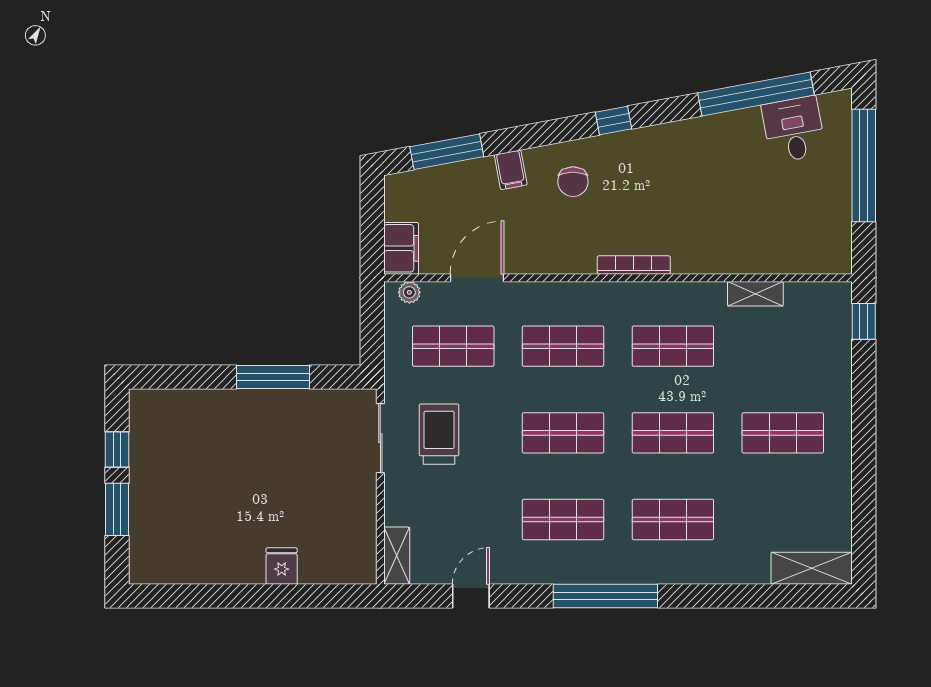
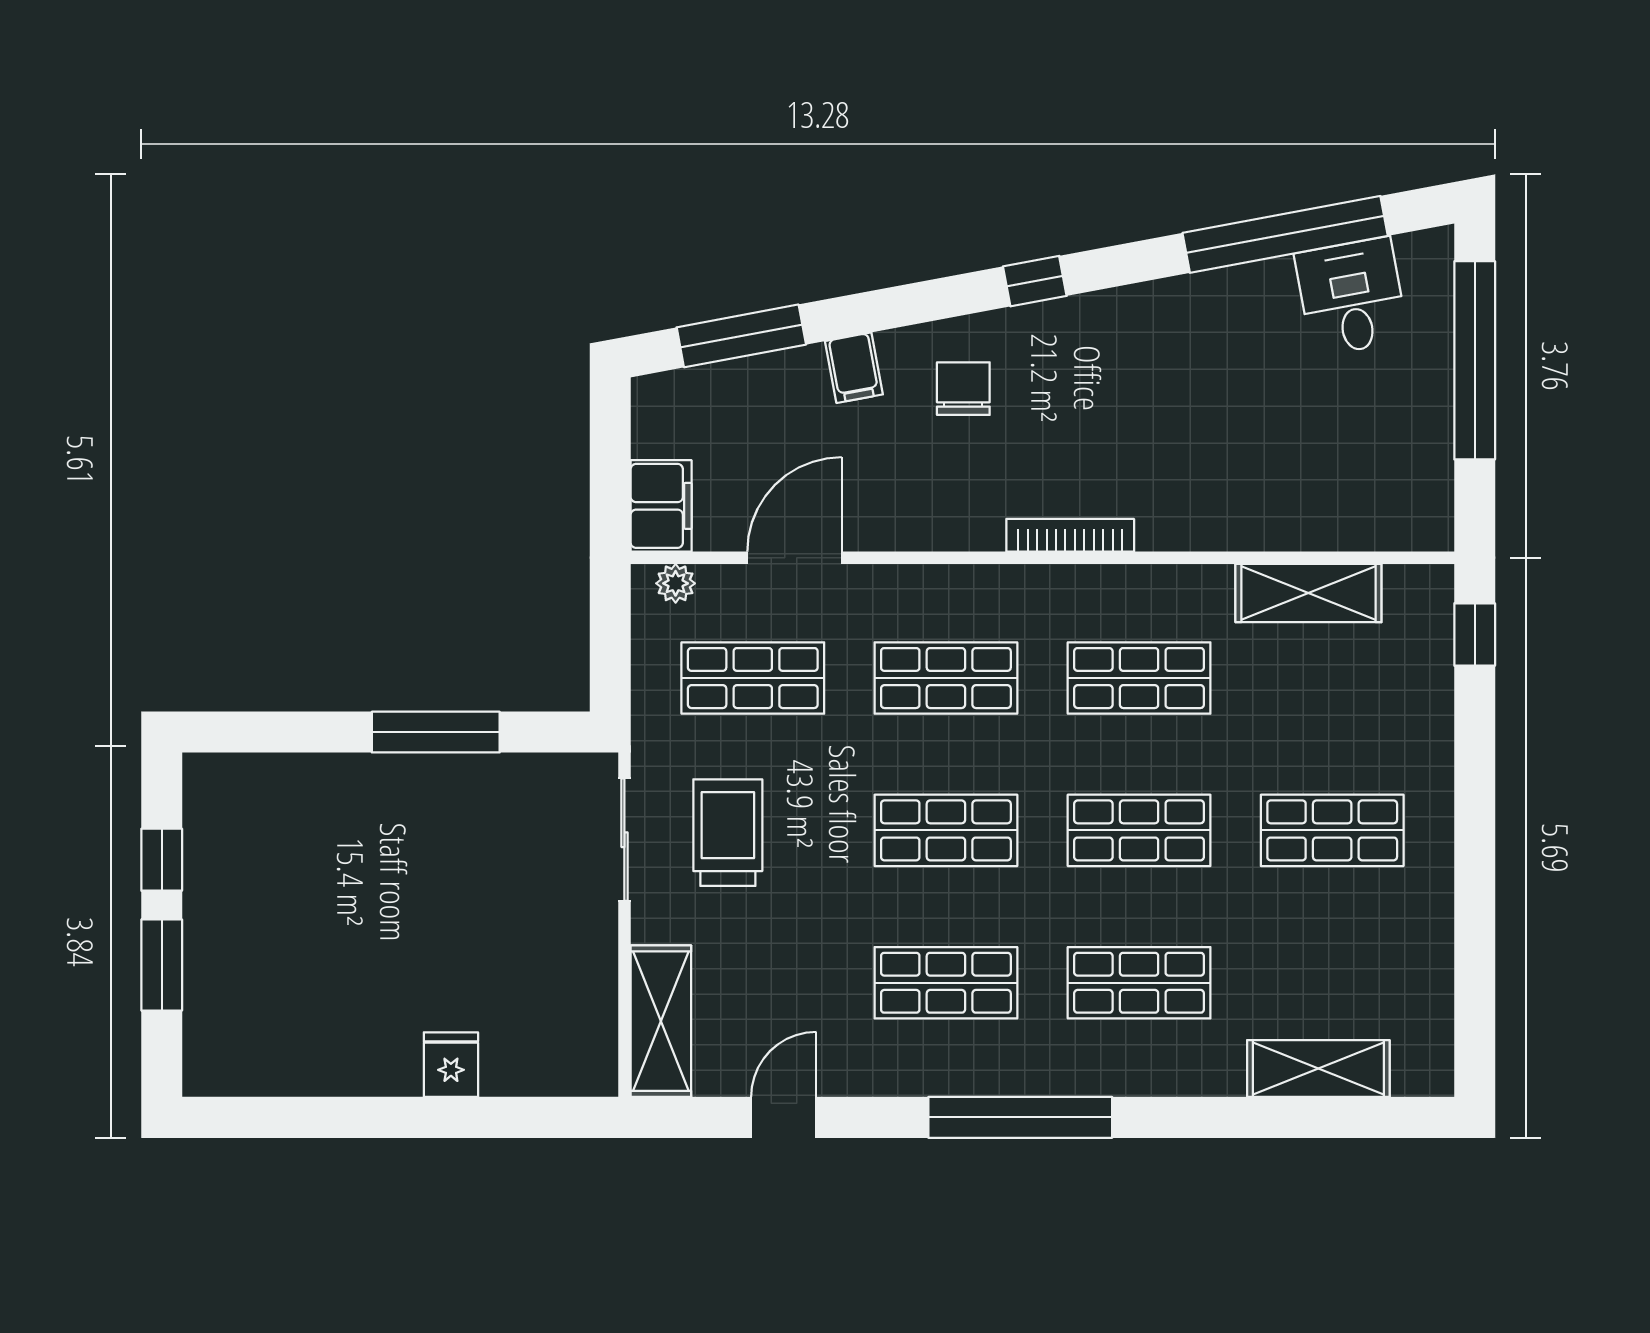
chair: (573, 182) -> (963, 389), turned 180
shelving: (755, 294) -> (1308, 593), width x1.50, depth x1.33
shelving: (397, 556) -> (661, 1021), width x1.50, depth x1.33
shelving: (812, 568) -> (1318, 1069), moved

